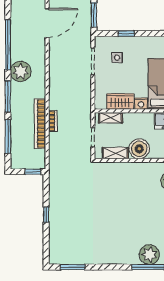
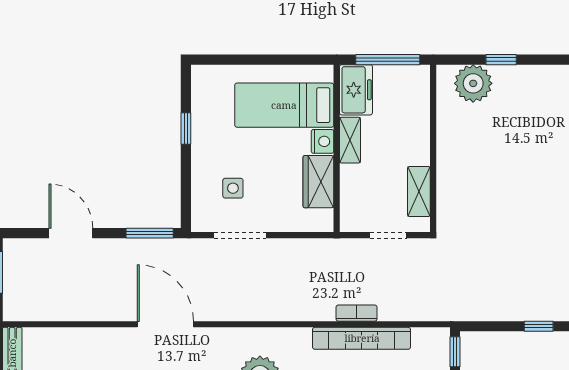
window: (126, 33) -> (186, 128), moved
shelving: (111, 118) -> (350, 140), moved
boiler: (139, 149) -> (411, 145), removed

